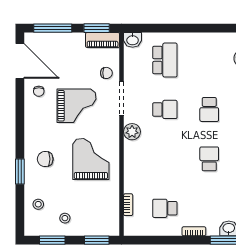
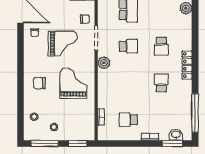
window: (20, 171) -> (20, 92), removed
window: (52, 240) -> (45, 143), width x1.44

